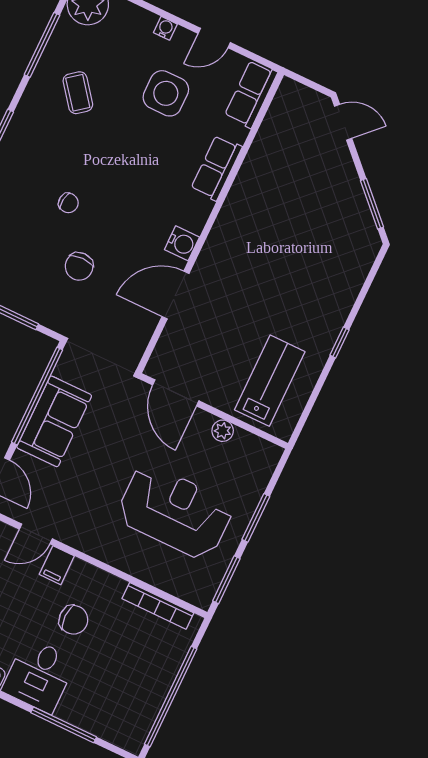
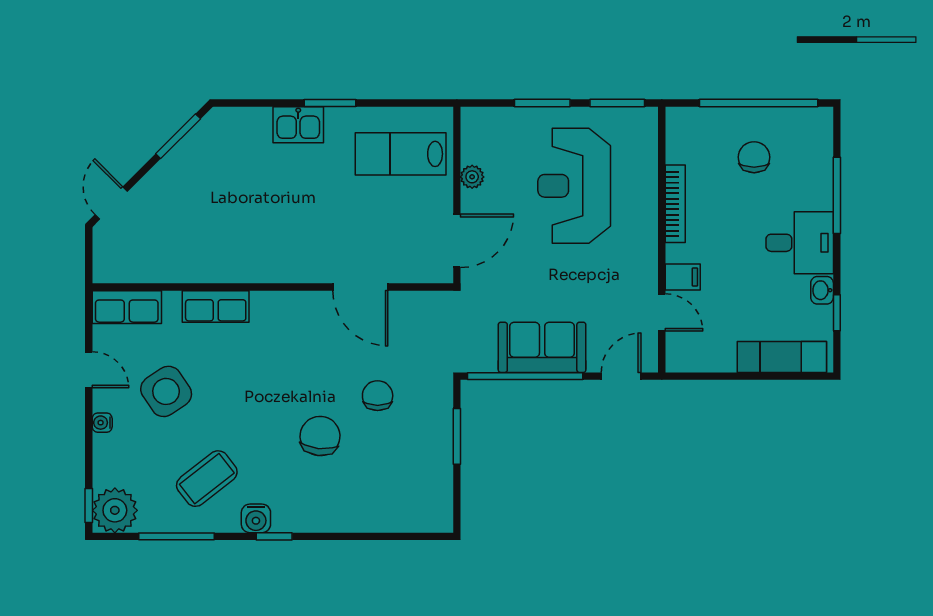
coffee table: (78, 93) -> (207, 479), width x1.36, depth x1.30
side table: (166, 93) -> (166, 391), turned -34
chair: (68, 203) -> (320, 436), width x1.87, depth x1.87
water cooler: (182, 243) -> (256, 518), moved, turned 180
chair: (79, 266) -> (378, 396), turned -90
kitchen sink: (334, 308) -> (298, 125), added
window: (340, 342) -> (330, 103), width x1.50
bookcase: (158, 606) -> (675, 204), moved
chair: (73, 620) -> (754, 157), moved

